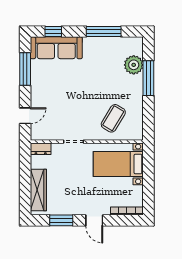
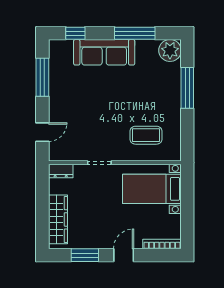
sofa: (56, 48) -> (104, 52), moved
plant: (134, 65) -> (170, 50), moved
coffee table: (113, 118) -> (146, 135), turned 59
door: (94, 220) -> (124, 255), swing flipped

